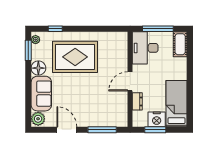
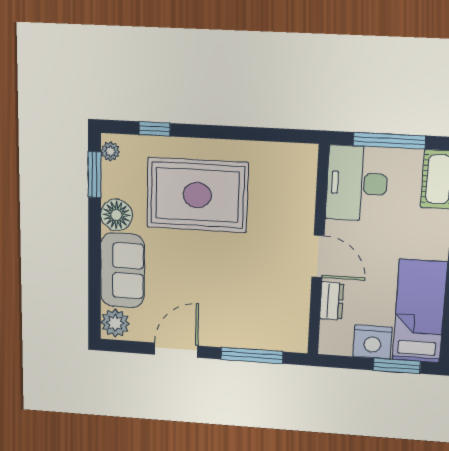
door: (130, 81) -> (318, 256), swing flipped
door: (67, 130) -> (176, 350), hinge flipped
window: (155, 130) -> (397, 366), moved

